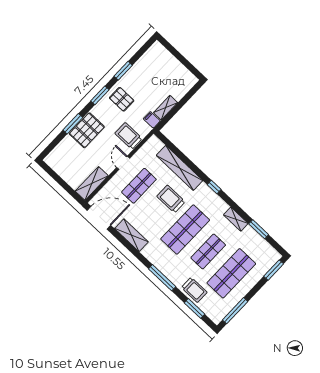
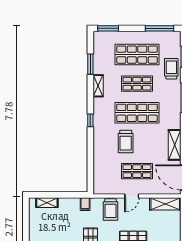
shelving: (166, 108) -> (47, 203), moved
shelving: (180, 168) -> (100, 155), removed

